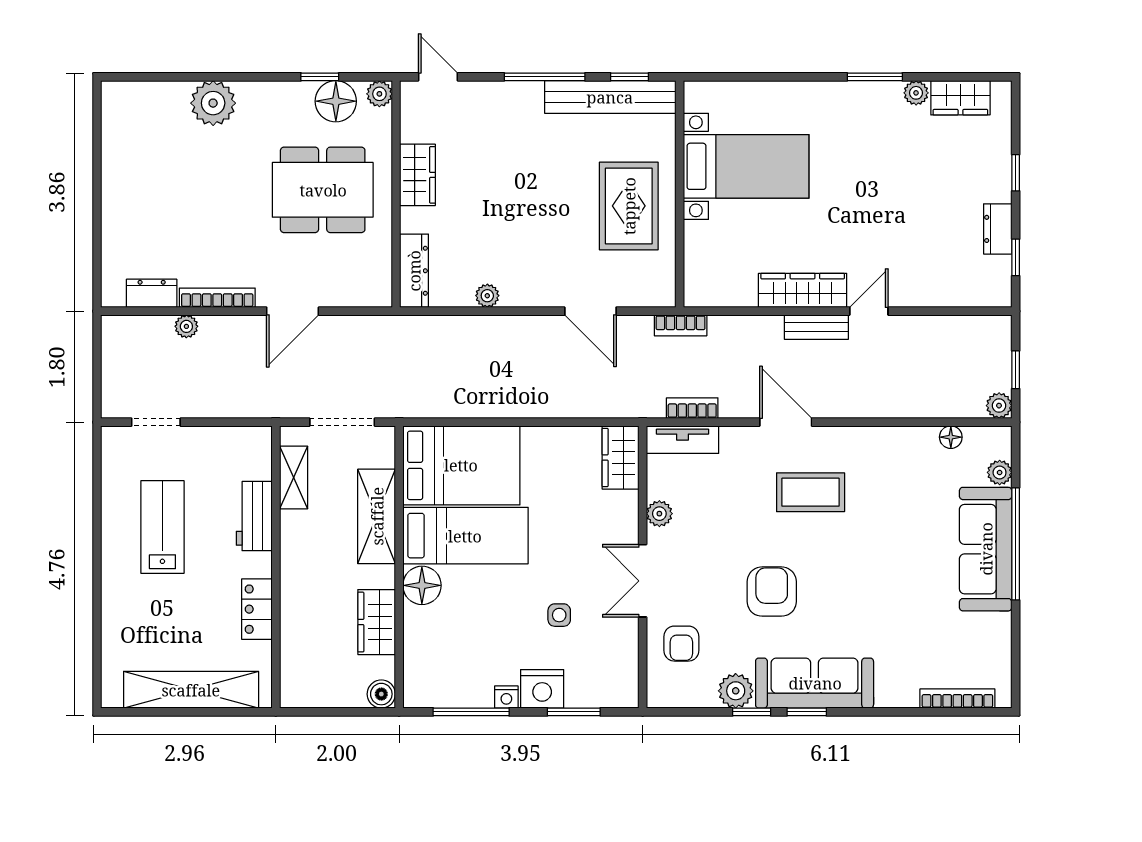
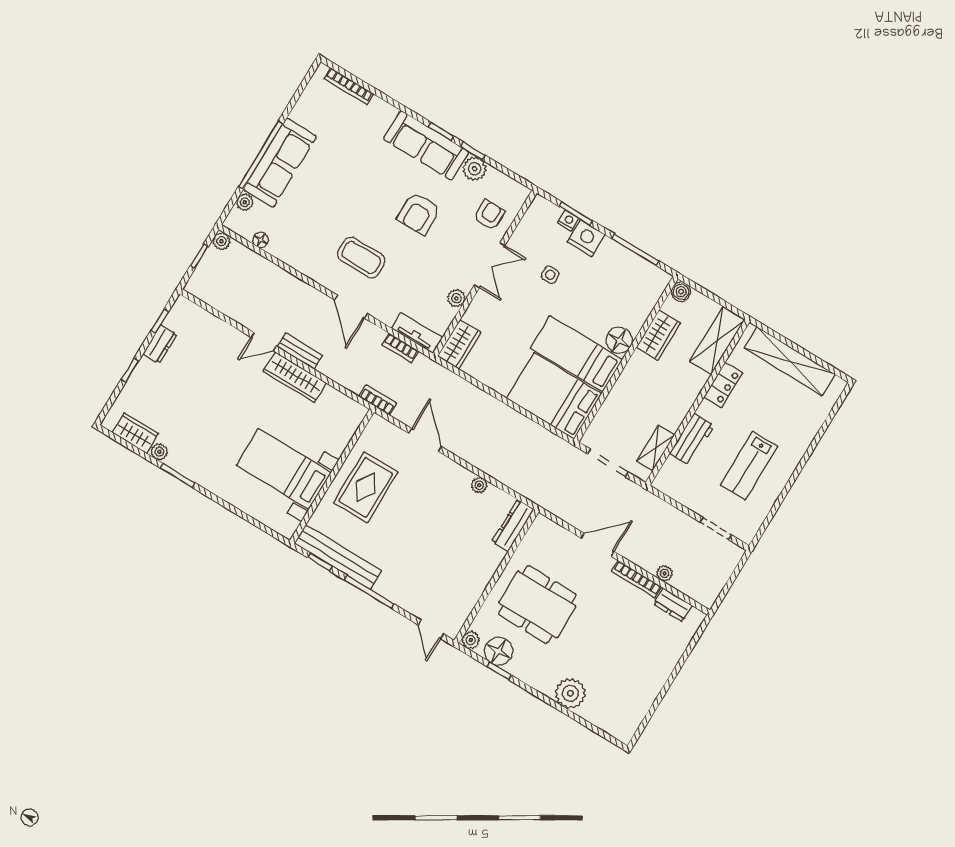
wardrobe: (418, 175) -> (477, 580), removed
shelving: (377, 516) -> (717, 341), moved
nightstand: (506, 697) -> (568, 221), moved

